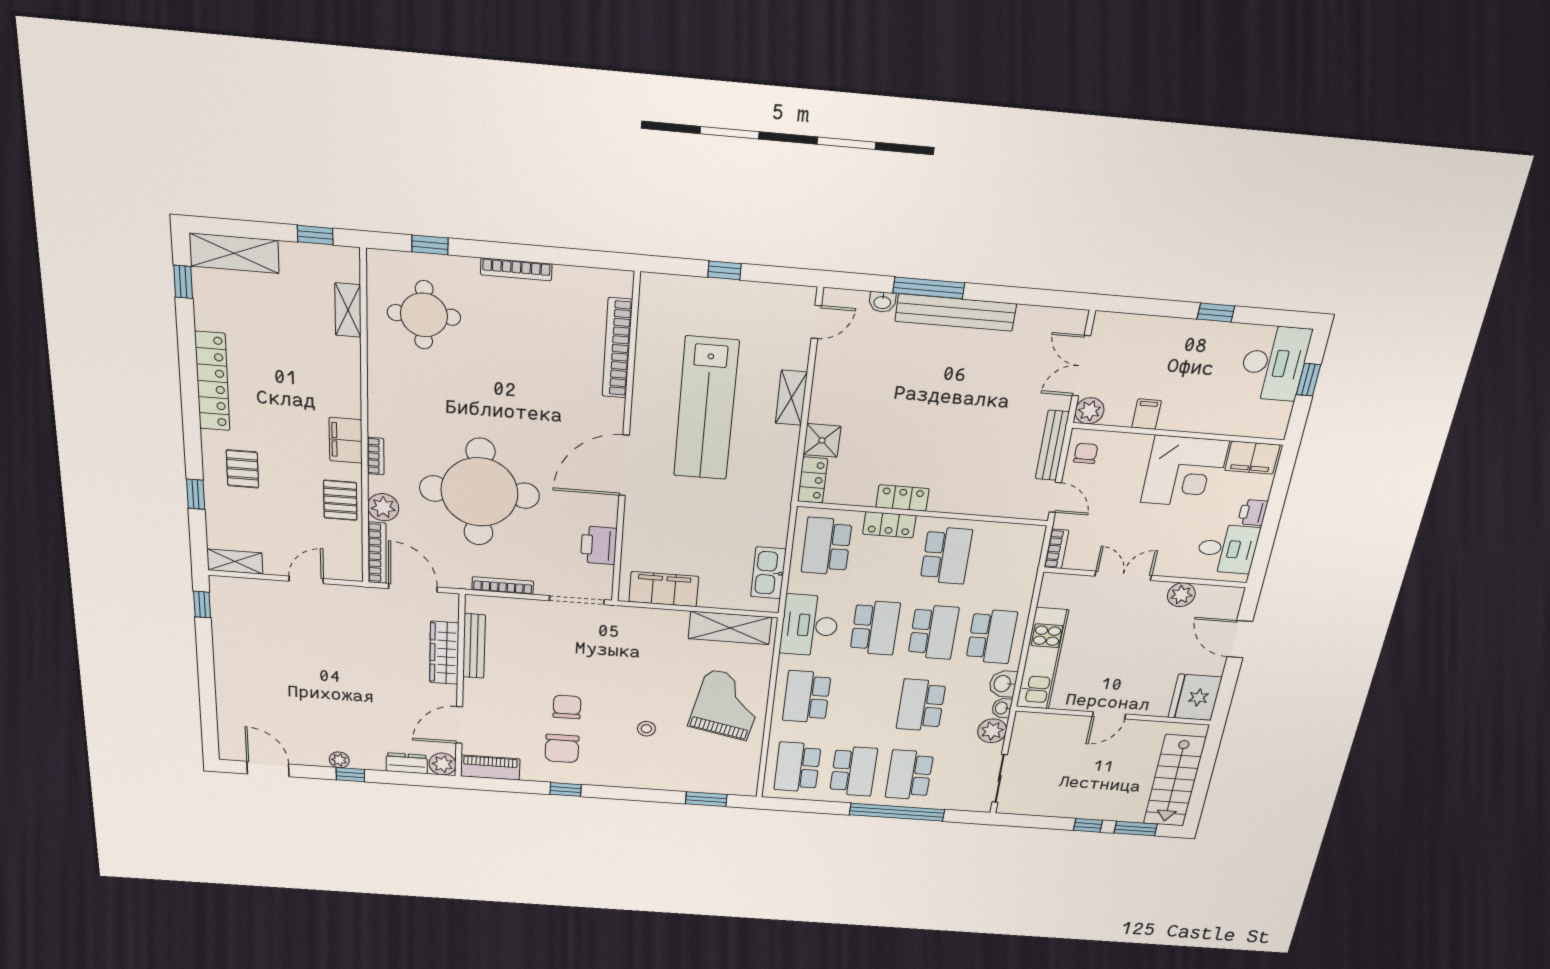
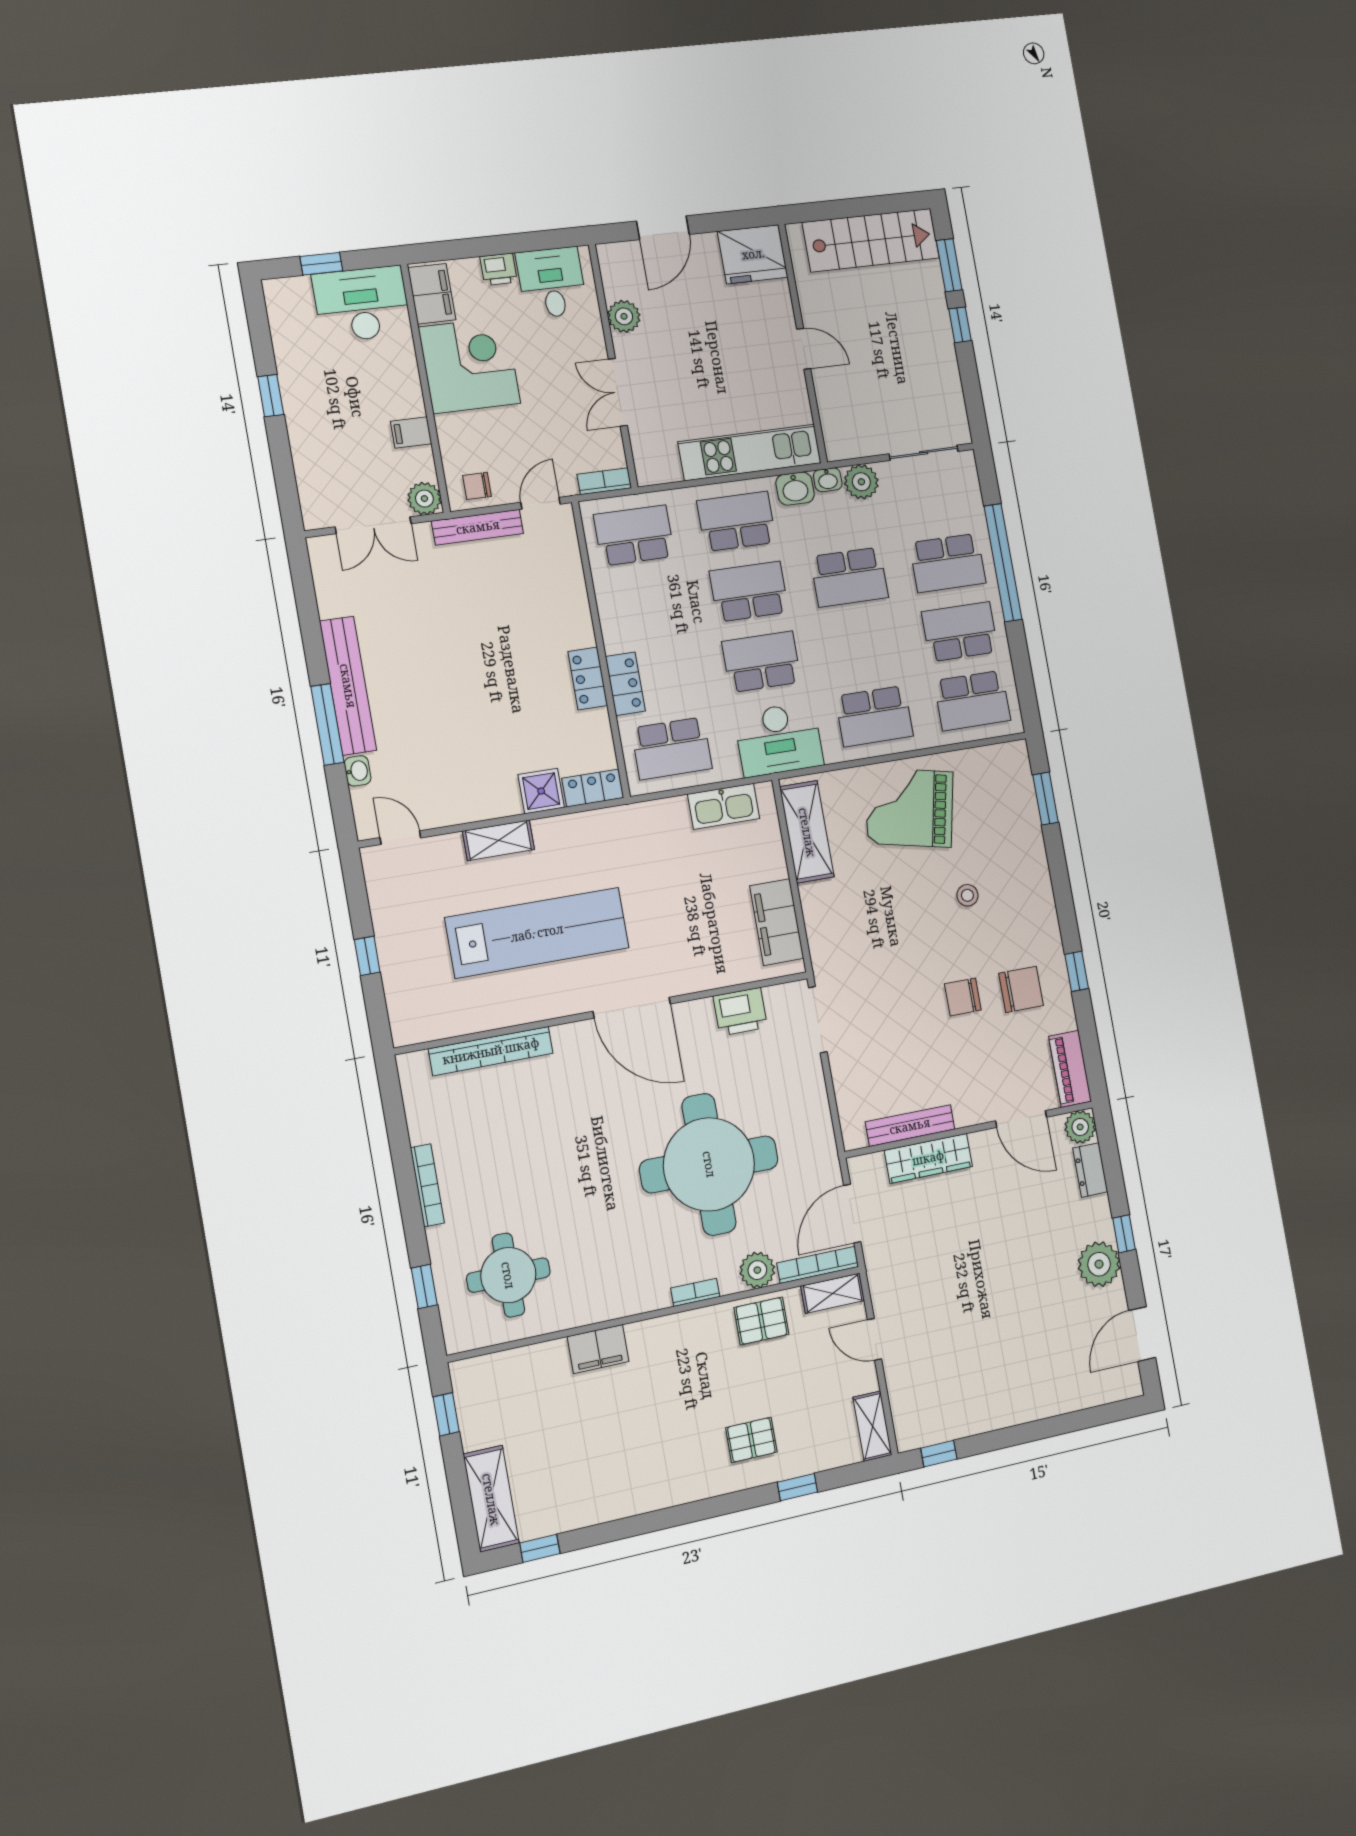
shelving: (348, 310) -> (833, 1293), moved
desk: (1274, 363) -> (362, 304), moved
locker: (212, 381) -> (651, 1494), removed
filing cabinet: (346, 440) -> (598, 1349), moved
school desk: (946, 555) -> (634, 535), moved
bookcase: (503, 586) -> (822, 1110), removed
plant: (339, 760) -> (1099, 1264), width x1.88, depth x1.88

